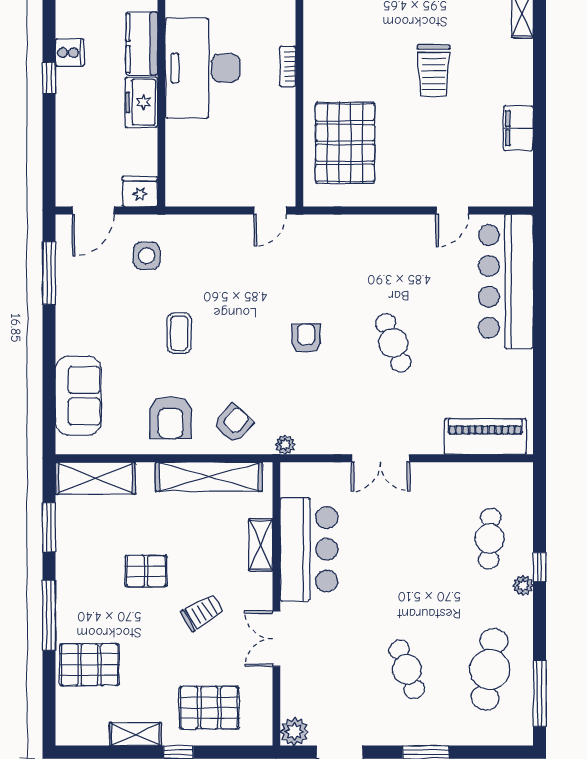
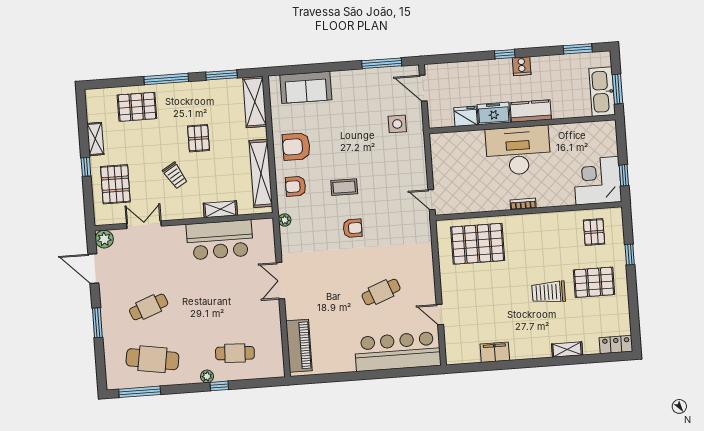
trolley: (434, 71) -> (549, 292), moved
fridge: (140, 192) -> (466, 116), moved, turned -90
coffee table: (179, 333) -> (344, 187), moved
cafe table: (393, 343) -> (381, 292), moved
armchair: (233, 423) -> (296, 186), turned 138
double door: (276, 639) -> (144, 225), moved
pallet: (89, 665) -> (137, 107), turned 90

